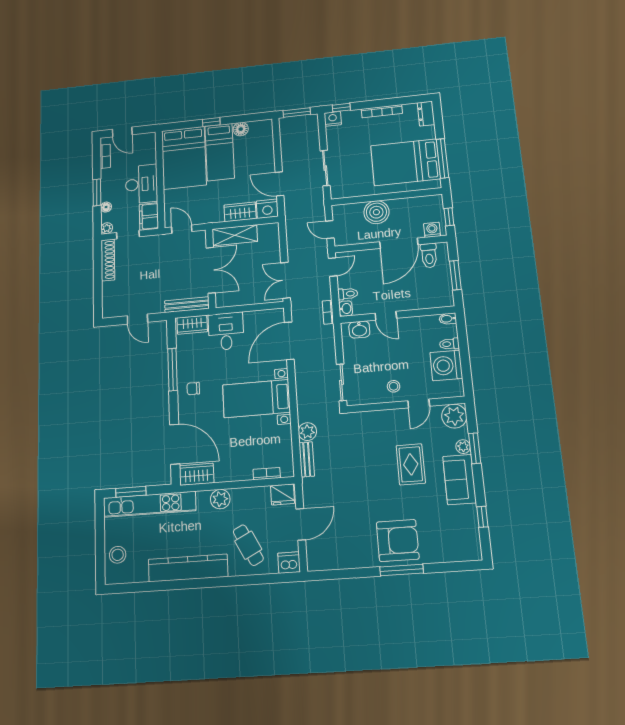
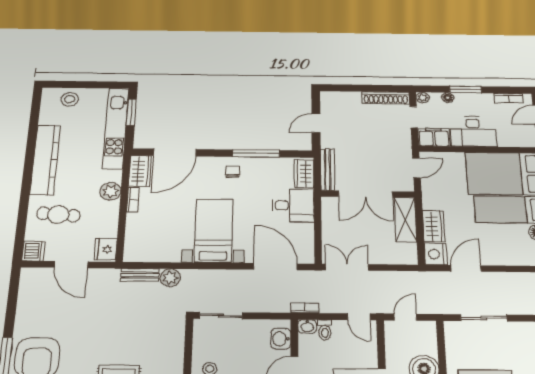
bookcase: (267, 474) -> (133, 200), moved
cafe table: (248, 545) -> (58, 215), turned 32

